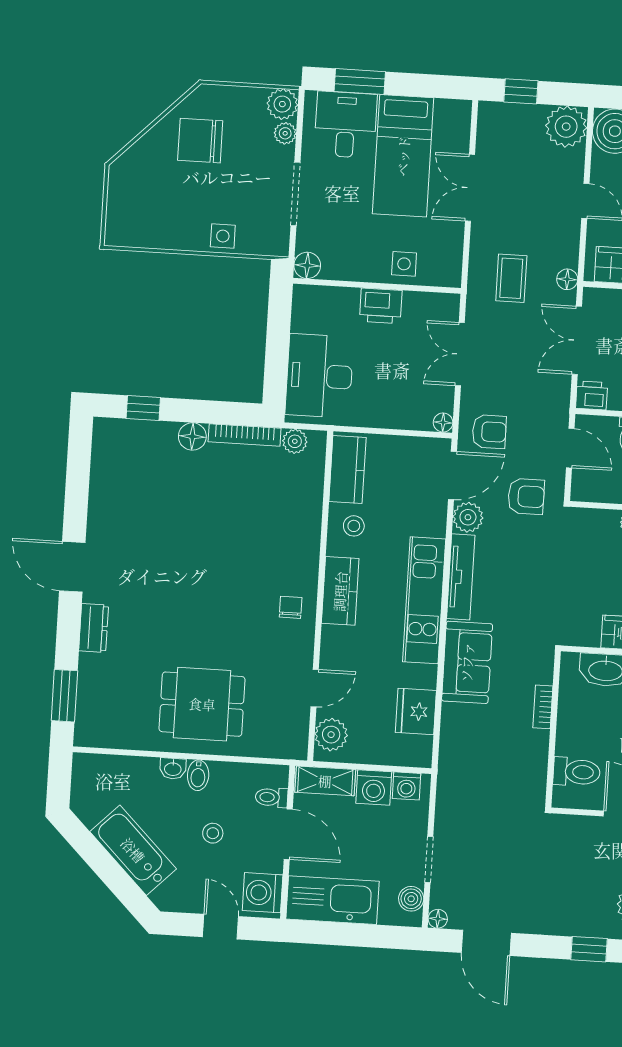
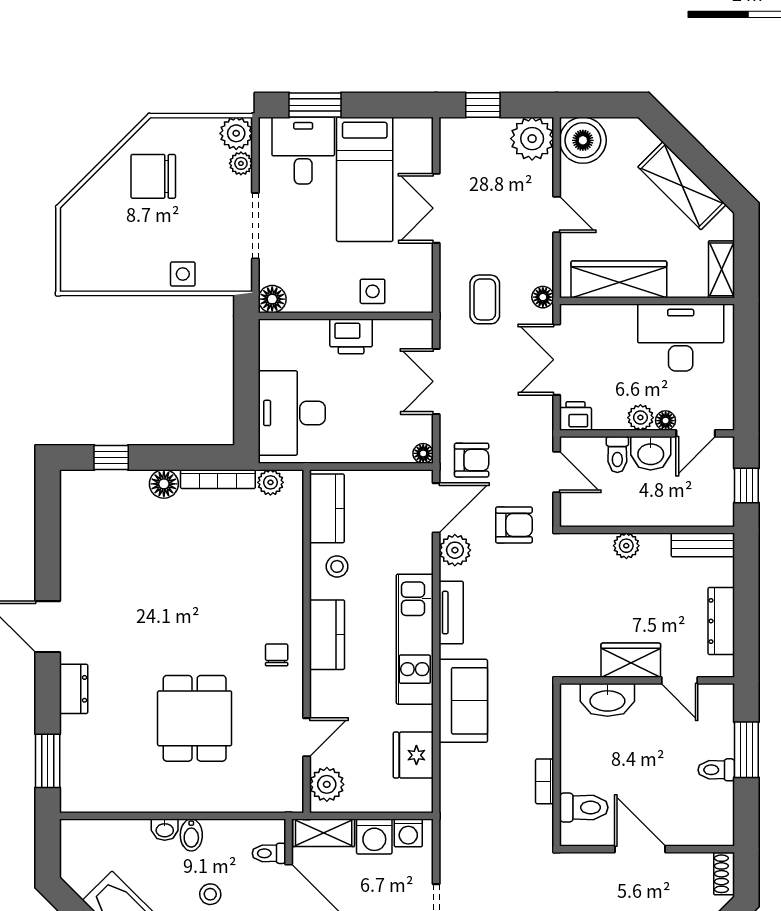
tv unit: (461, 577) -> (451, 613), width x0.71
dining table: (202, 704) -> (195, 718), moved, turned 90
bookcase: (543, 707) -> (545, 781), moved

